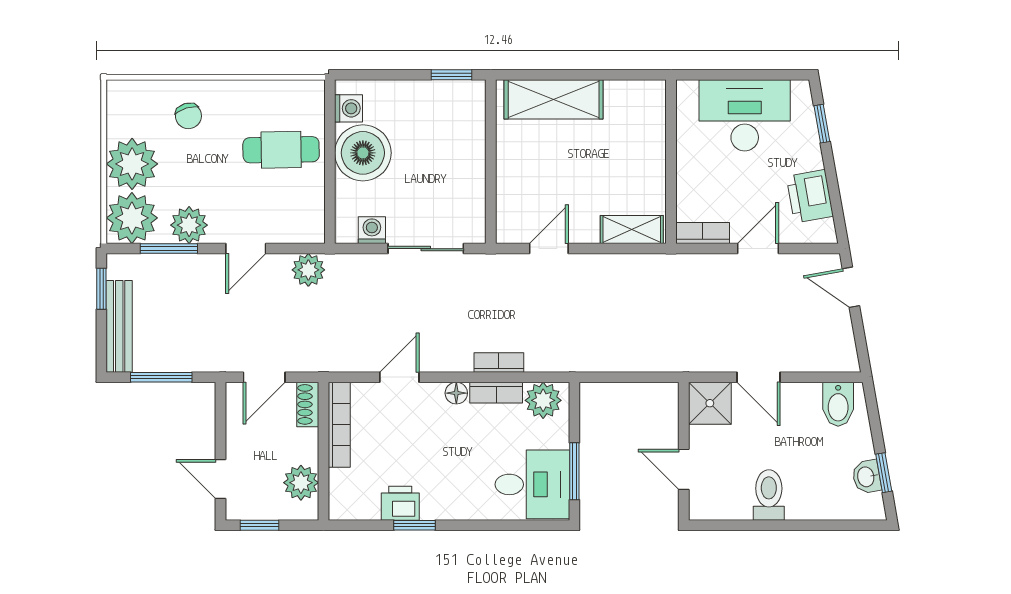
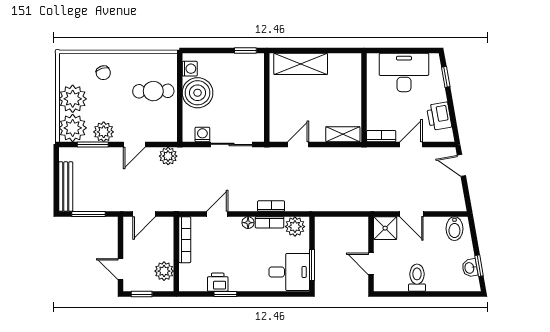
window: (101, 289) -> (56, 166), removed
shoe rack: (308, 404) -> (168, 229), removed

